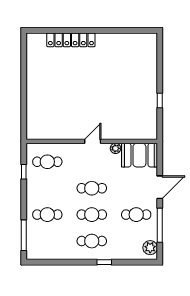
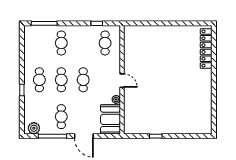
locker: (71, 40) -> (206, 49), moved

